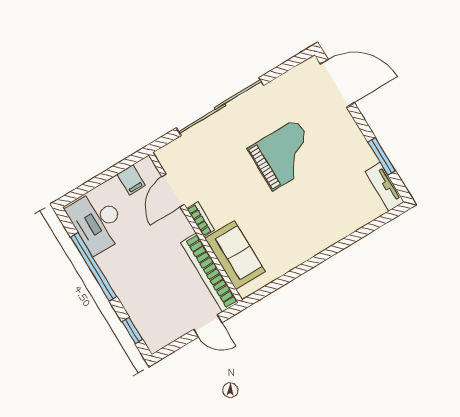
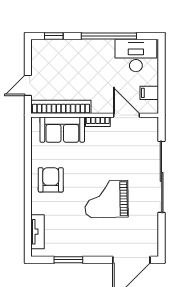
grand piano: (284, 155) -> (106, 199), turned 89
tv unit: (385, 187) -> (38, 232), moved, turned 90
armchair: (301, 233) -> (51, 180), added

